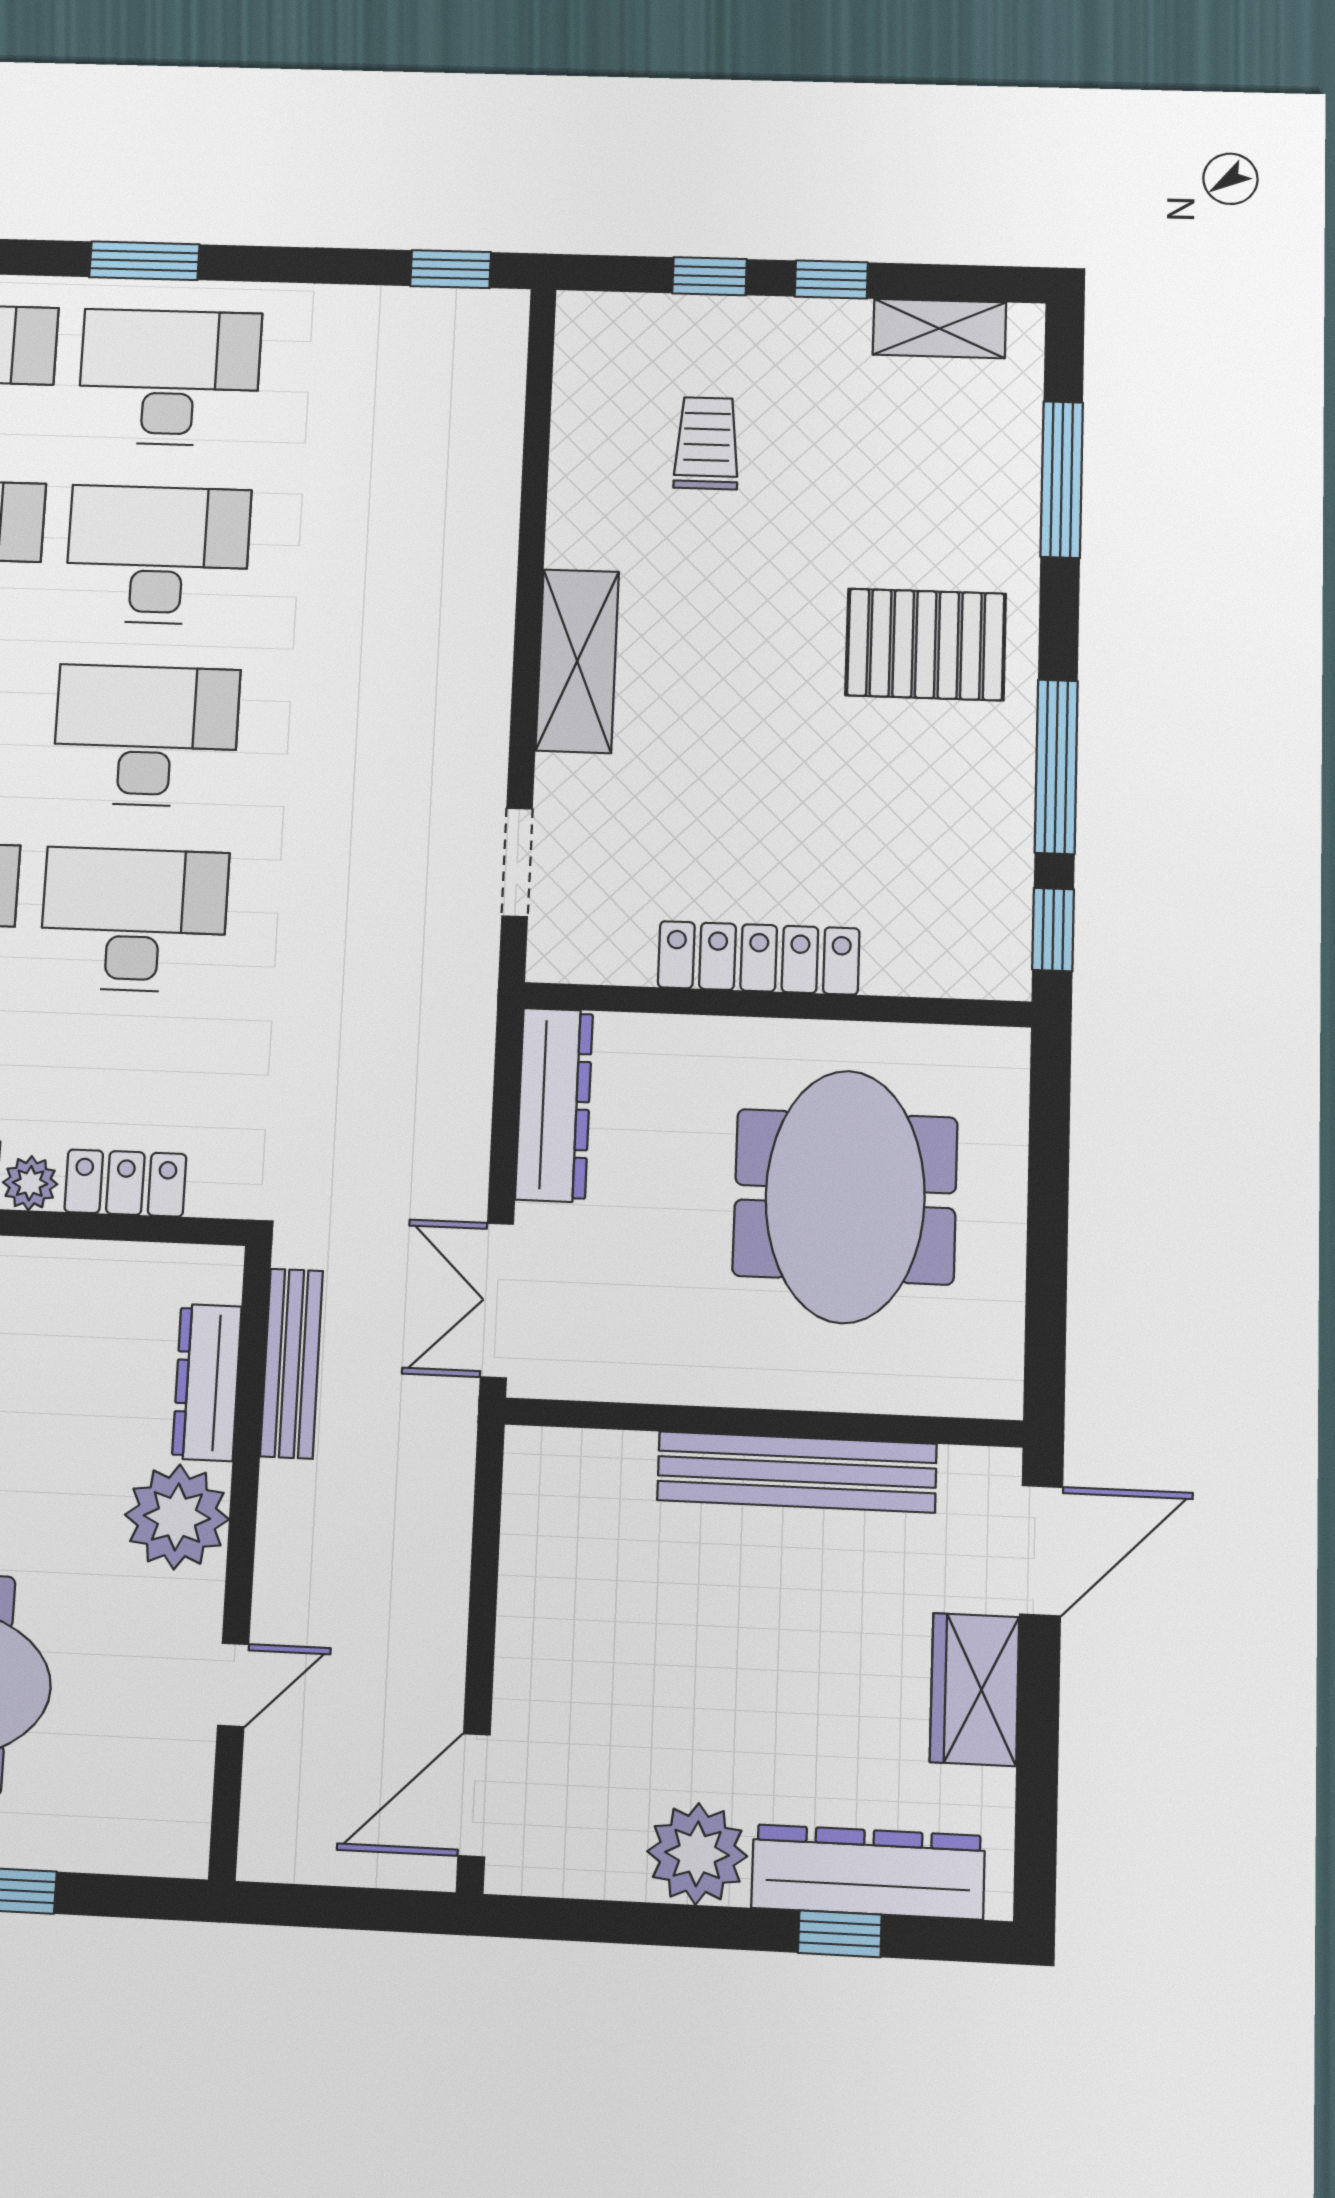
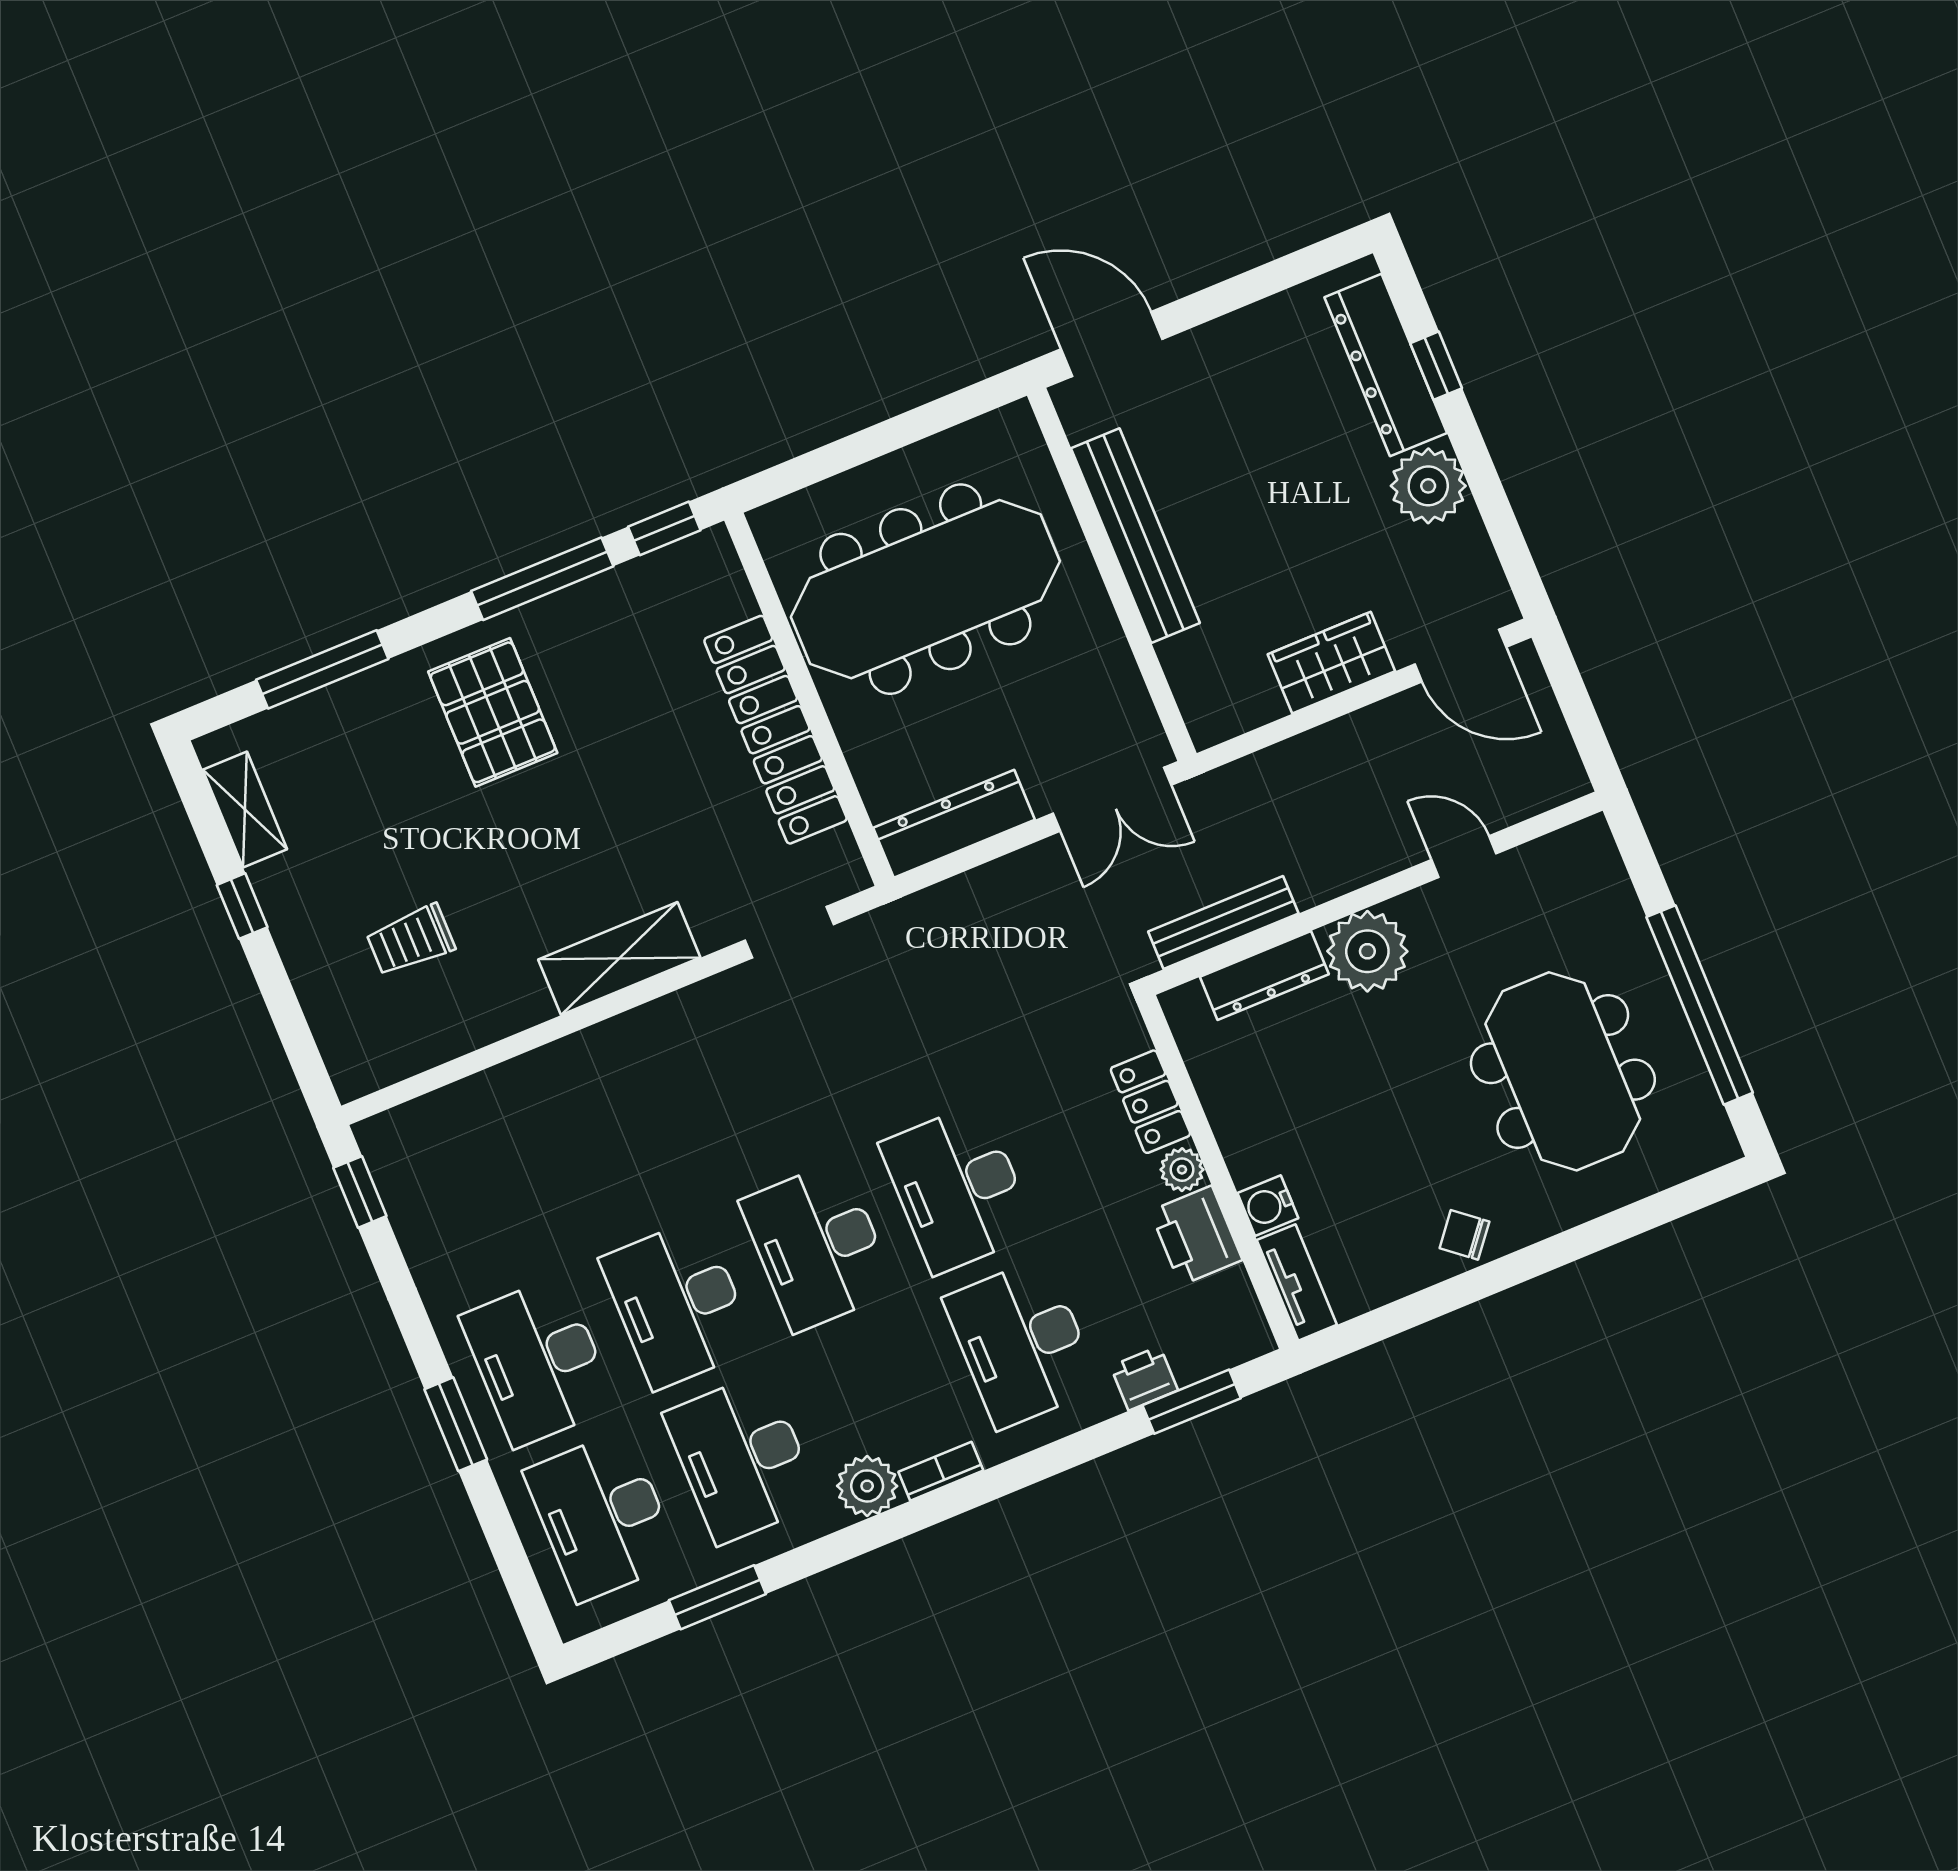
window: (710, 276) -> (280, 997), removed
locker: (759, 958) -> (775, 730), width x1.41, depth x1.21
meeting table: (845, 1197) -> (925, 589), width x1.36
wardrobe: (975, 1689) -> (1331, 663), moved, turned 180

